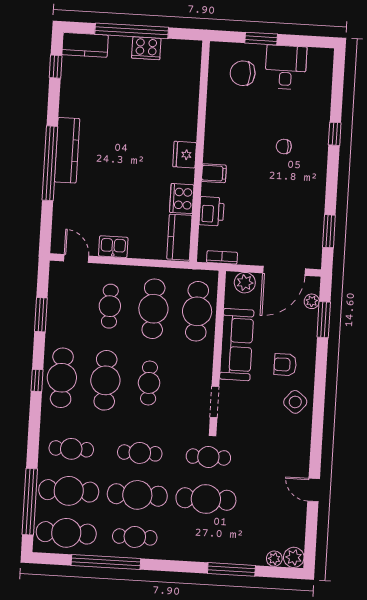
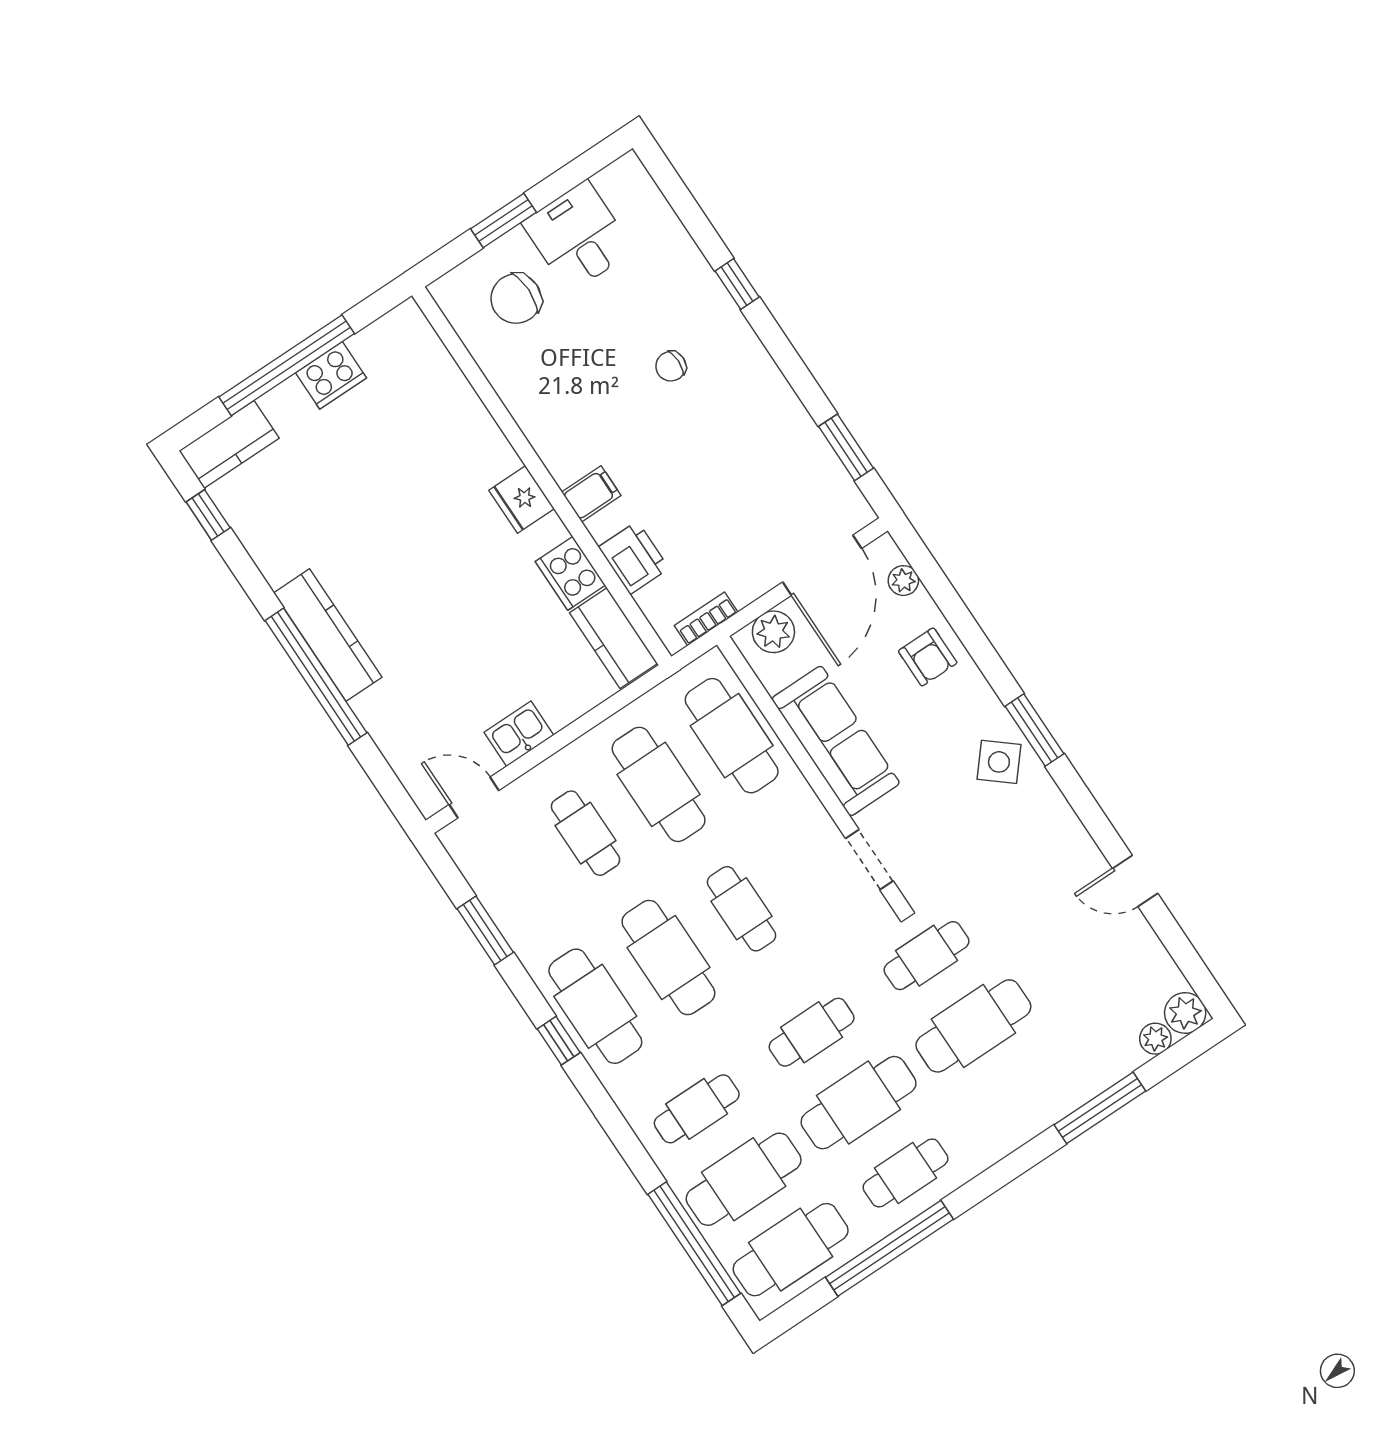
window: (324, 320) -> (1035, 730), moved
armchair: (285, 365) -> (928, 657), moved, turned -90

